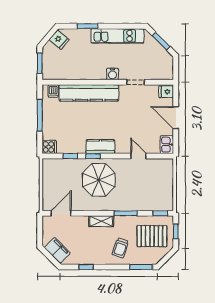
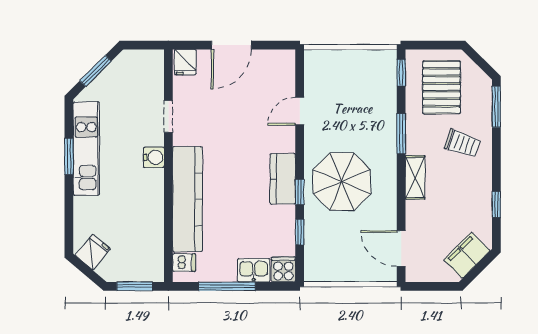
window: (88, 26) -> (69, 156), moved
kitchen sink: (167, 145) -> (254, 270), moved, turned 180
window: (176, 231) -> (433, 45), removed

